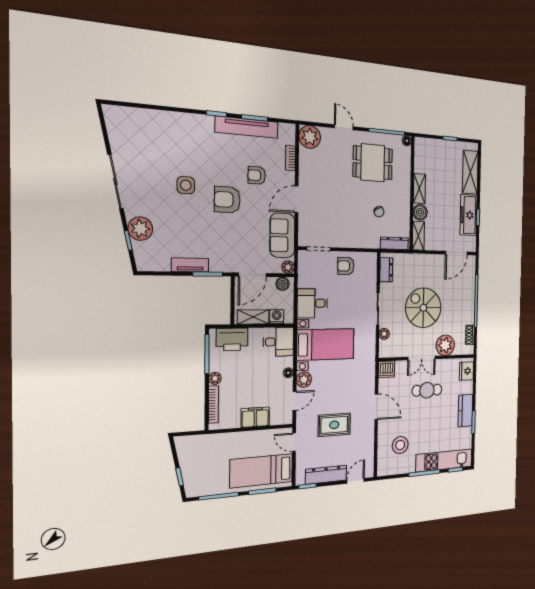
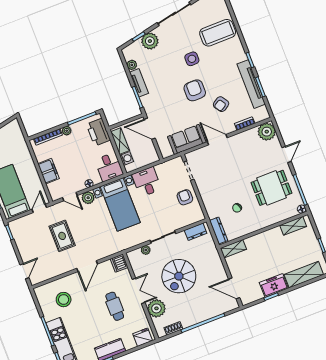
coffee table: (165, 137) -> (218, 33), added
dining table: (373, 163) -> (271, 188), turned 90
armchair: (257, 175) -> (221, 104), turned -123
shelving: (419, 188) -> (293, 226), moved
boiler: (420, 212) -> (252, 243), removed
freezer: (469, 215) -> (274, 285), width x0.71
plant: (288, 267) -> (132, 65), moved
boiler: (283, 284) -> (152, 153), removed
spiral stairs: (423, 308) -> (179, 276), turned 180
double door: (422, 358) -> (139, 291), swing flipped
dresser: (326, 475) -> (22, 244), removed
door: (356, 481) -> (24, 271), hinge flipped

